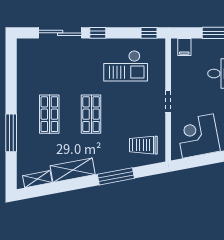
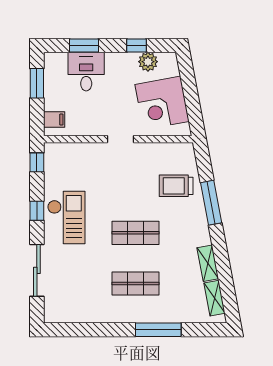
window: (98, 33) -> (37, 211), moved
checkout: (126, 66) -> (66, 217), moved
trolley: (143, 145) -> (176, 186), moved, turned 90
shelving: (73, 170) -> (208, 263), width x0.67, depth x0.75

